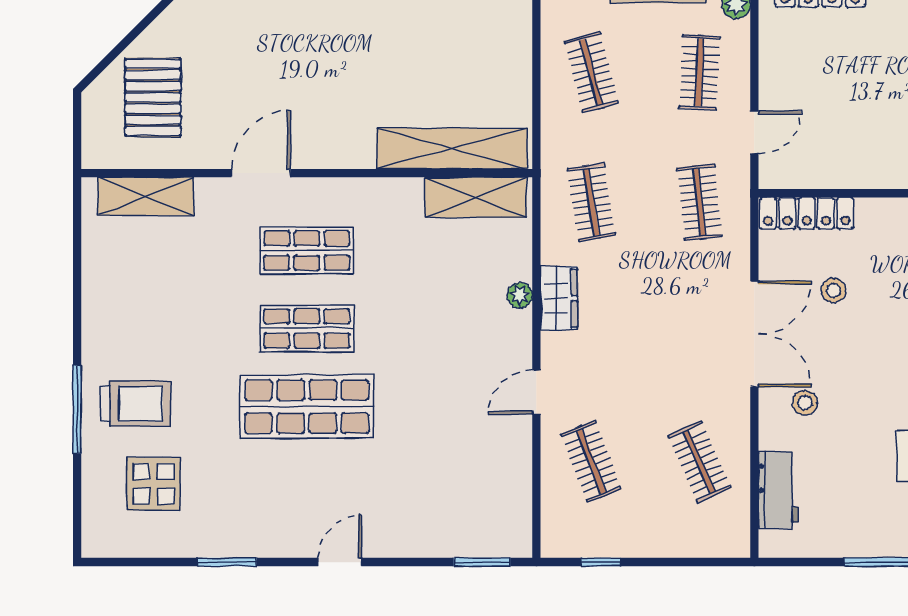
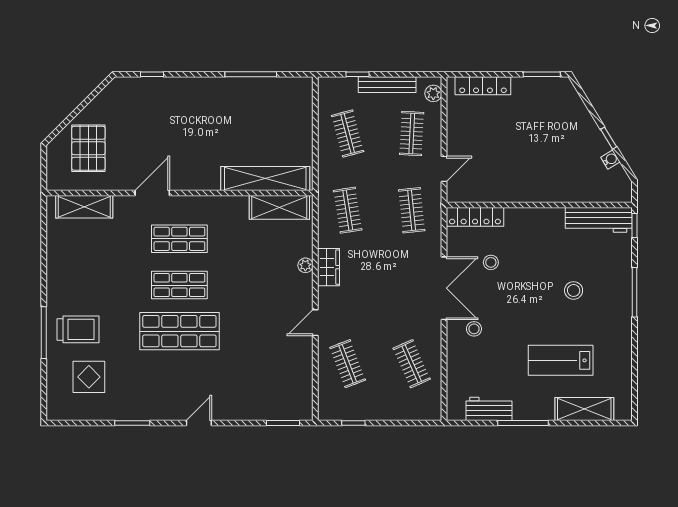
workbench: (778, 490) -> (489, 409), moved, turned -90

